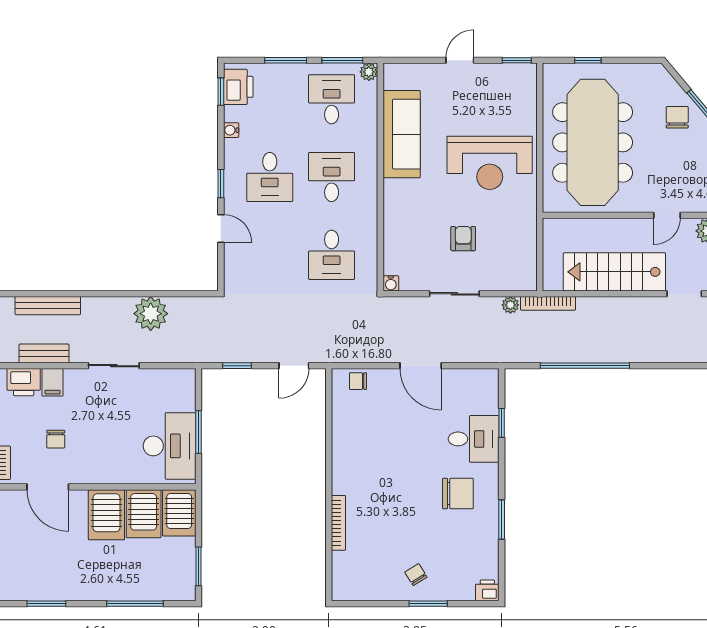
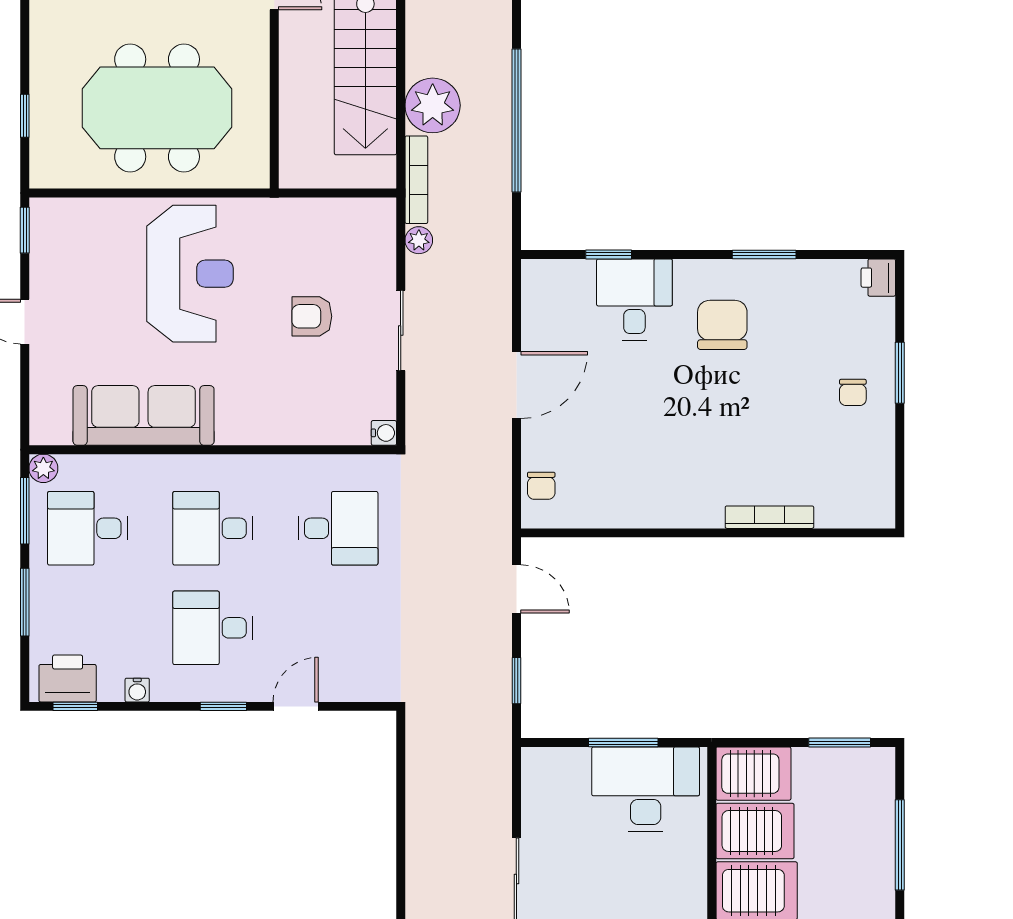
meeting table: (593, 142) -> (157, 108), width x0.73
desk: (270, 177) -> (213, 628), turned 180
plant: (151, 314) -> (433, 105), moved
chair: (416, 575) -> (853, 392), turned -58

